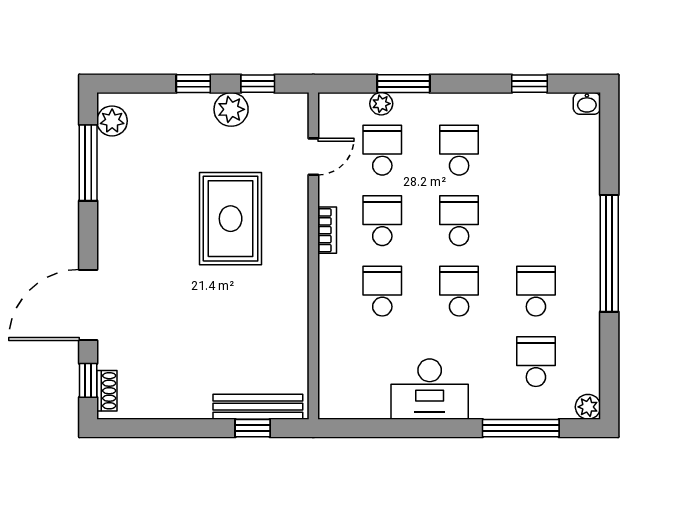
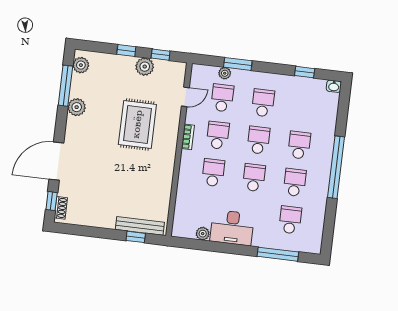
plant: (114, 200) -> (77, 107), added
school desk: (536, 221) -> (299, 145), added
plant: (588, 407) -> (203, 234), moved

